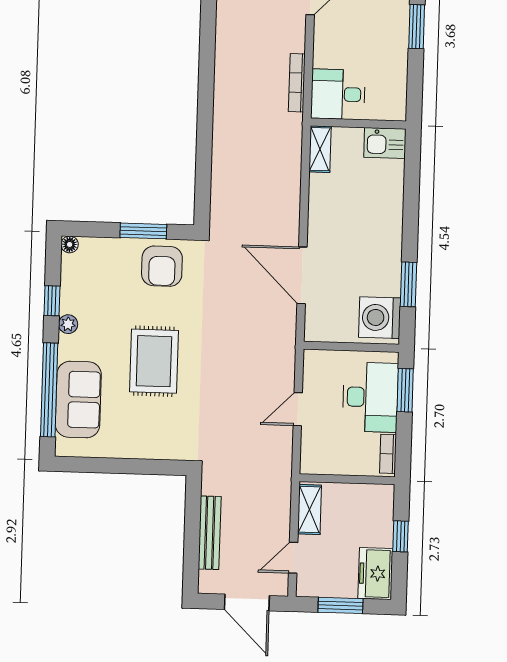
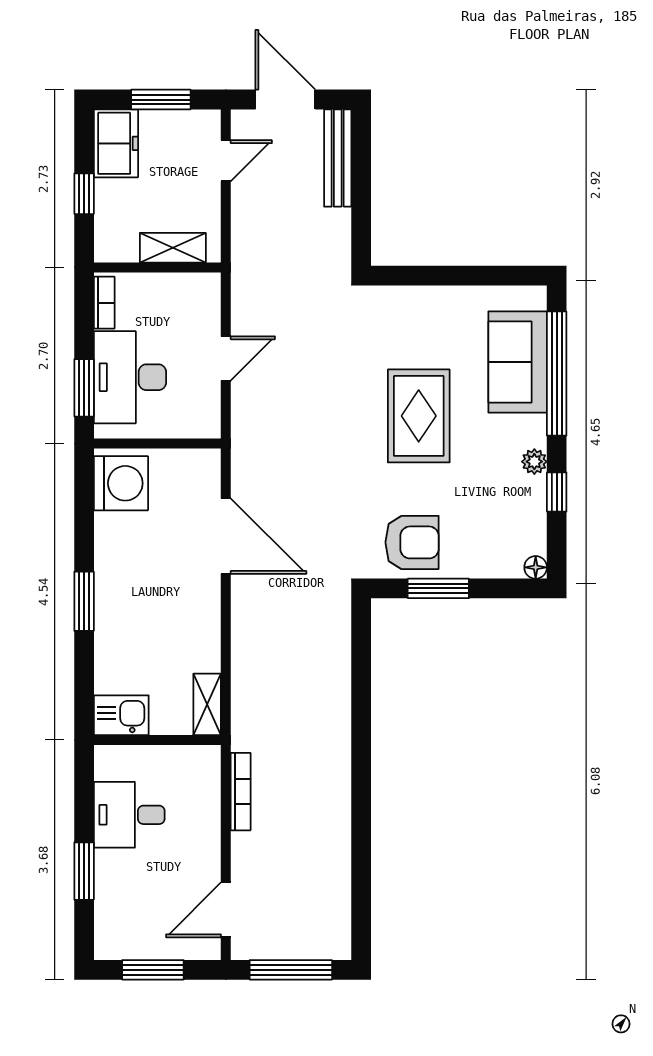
desk: (338, 94) -> (129, 815), moved, turned 180
armchair: (162, 266) -> (412, 542), turned 90
window: (408, 284) -> (84, 601), moved
shelving: (309, 510) -> (173, 248), moved, turned 90
bench: (210, 533) -> (338, 158), moved

